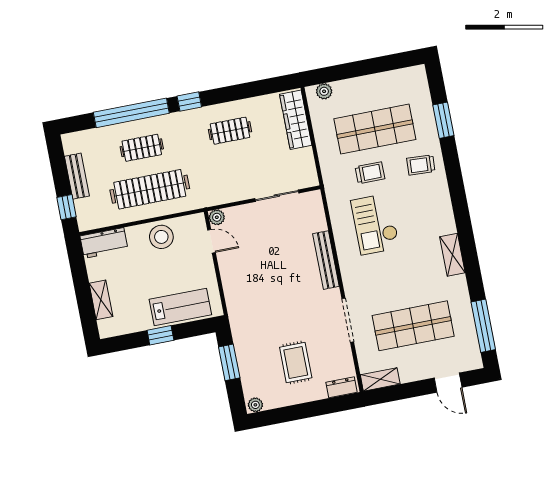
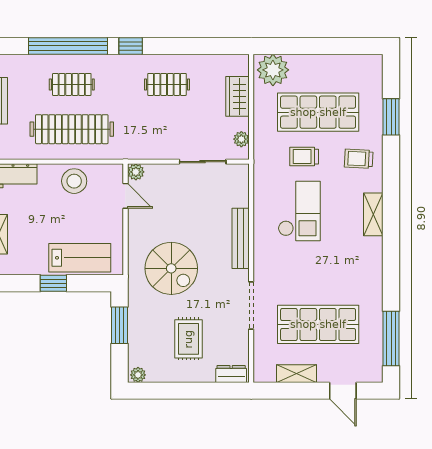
plant: (324, 91) -> (273, 70), width x1.88, depth x1.88
wardrobe: (296, 120) -> (238, 96), width x0.67
plant: (309, 168) -> (241, 139), added
trolley: (370, 173) -> (304, 157), turned 180
checkout: (375, 224) -> (299, 211), turned 180
shelving: (452, 255) -> (373, 214), moved
spiral stairs: (267, 300) -> (171, 268), added
shelving: (380, 379) -> (296, 374), moved

